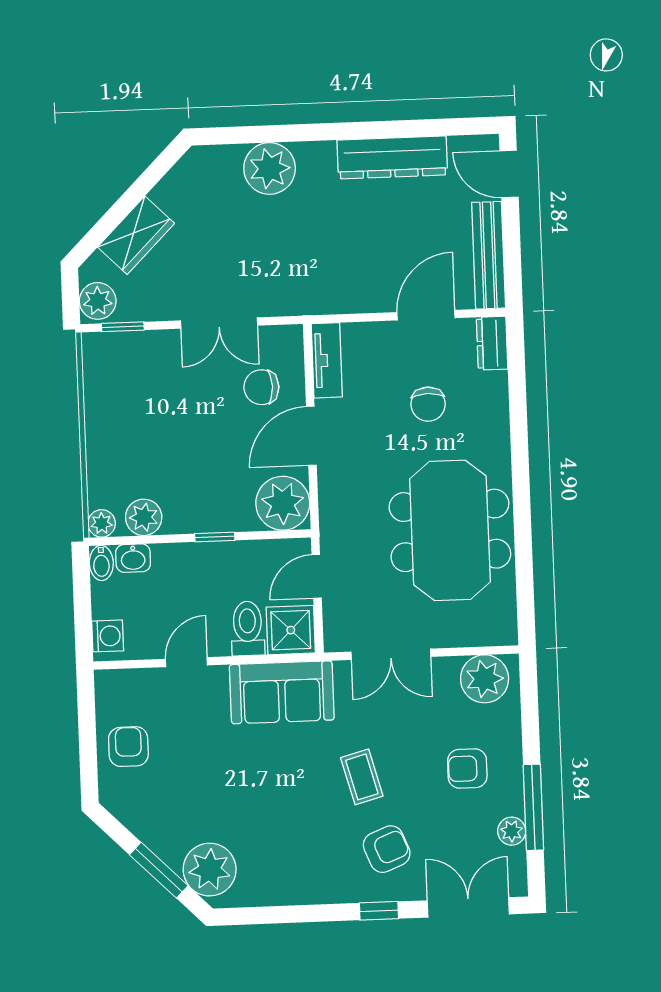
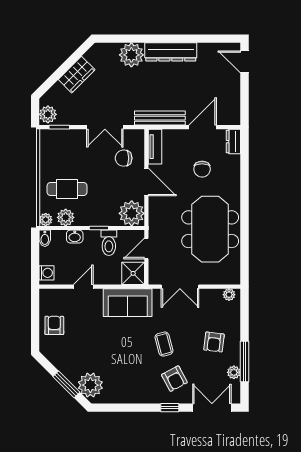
dresser: (392, 157) -> (171, 52), moved
wardrobe: (136, 235) -> (77, 75), moved
bench: (489, 255) -> (160, 118), moved, turned 90
door: (311, 436) -> (146, 182), swing flipped
cafe table: (144, 457) -> (67, 189), added
washbasin: (133, 558) -> (75, 237), moved
toilet: (248, 628) -> (109, 243), moved, turned 180
plant: (485, 679) -> (229, 295), width x0.53, depth x0.53
armchair: (467, 769) -> (214, 342), turned -83
armchair: (387, 849) -> (174, 379), turned 84

